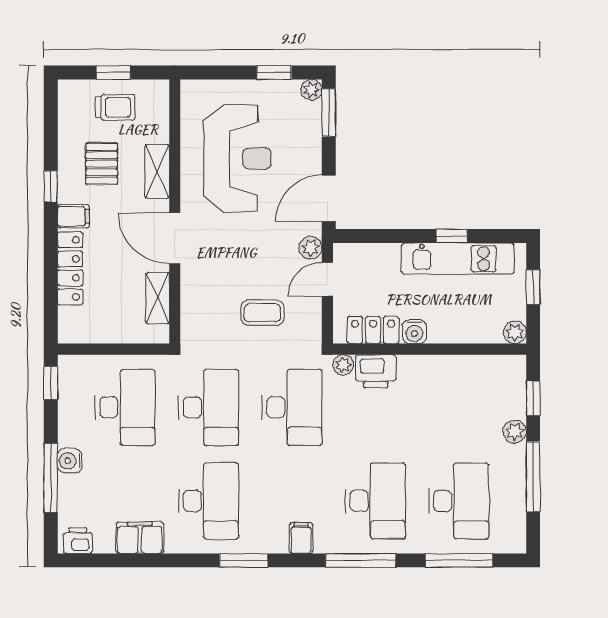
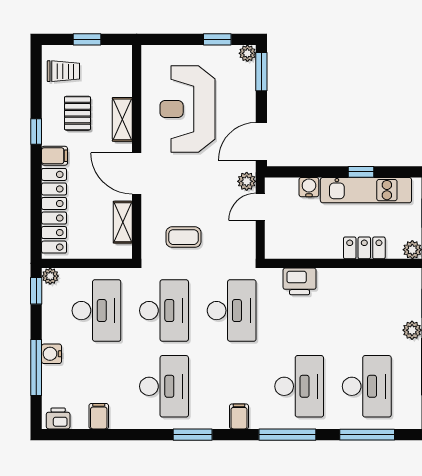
trolley: (115, 107) -> (63, 71), moved
reception desk: (237, 159) -> (187, 109), turned 180
locker: (70, 268) -> (54, 211), width x1.41, depth x1.21
coffee table: (262, 313) -> (183, 237), moved
locker: (373, 330) -> (364, 248), moved
water cooler: (414, 332) -> (309, 187), moved, turned 180
plant: (343, 365) -> (50, 276), moved
filing cabinet: (140, 538) -> (99, 416), width x0.50

